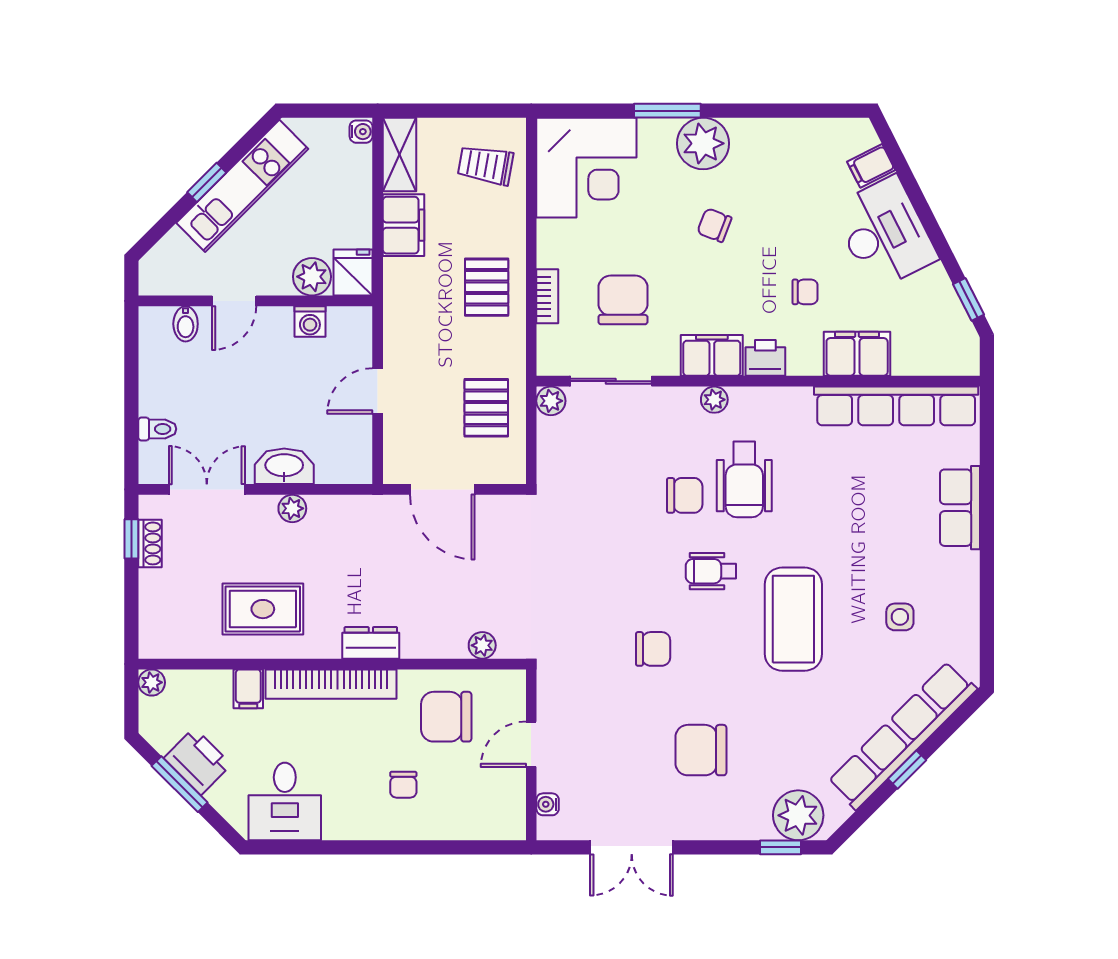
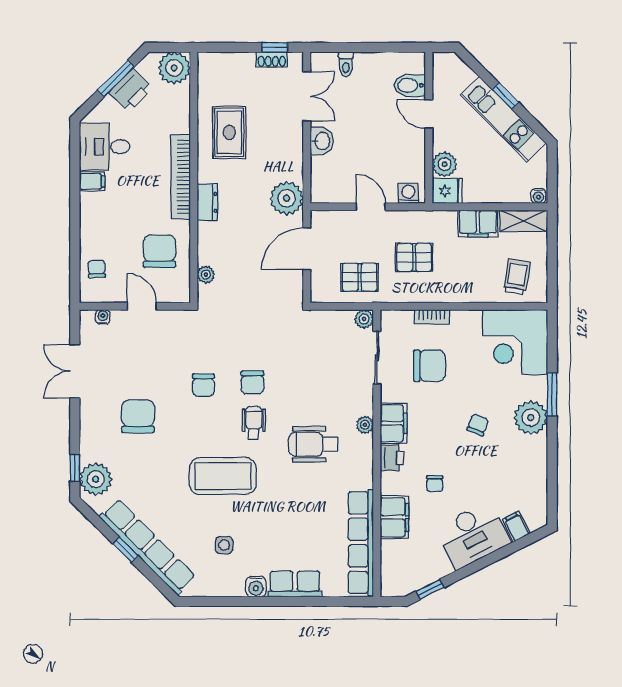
pallet: (487, 287) -> (414, 257), moved
washing machine: (310, 322) -> (408, 193), moved, turned 90
bidet: (186, 324) -> (410, 85), width x1.38, depth x1.36
washbasin: (284, 466) -> (322, 141), width x0.72
chair: (685, 495) -> (253, 382), moved
plant: (292, 508) -> (287, 198), moved, width x1.87, depth x1.87
water cooler: (964, 568) -> (256, 587), added
plant: (152, 682) -> (174, 68), width x1.88, depth x1.88
filing cabinet: (248, 689) -> (92, 181), moved, turned 180
chair: (403, 785) -> (97, 269), moved, turned 88

